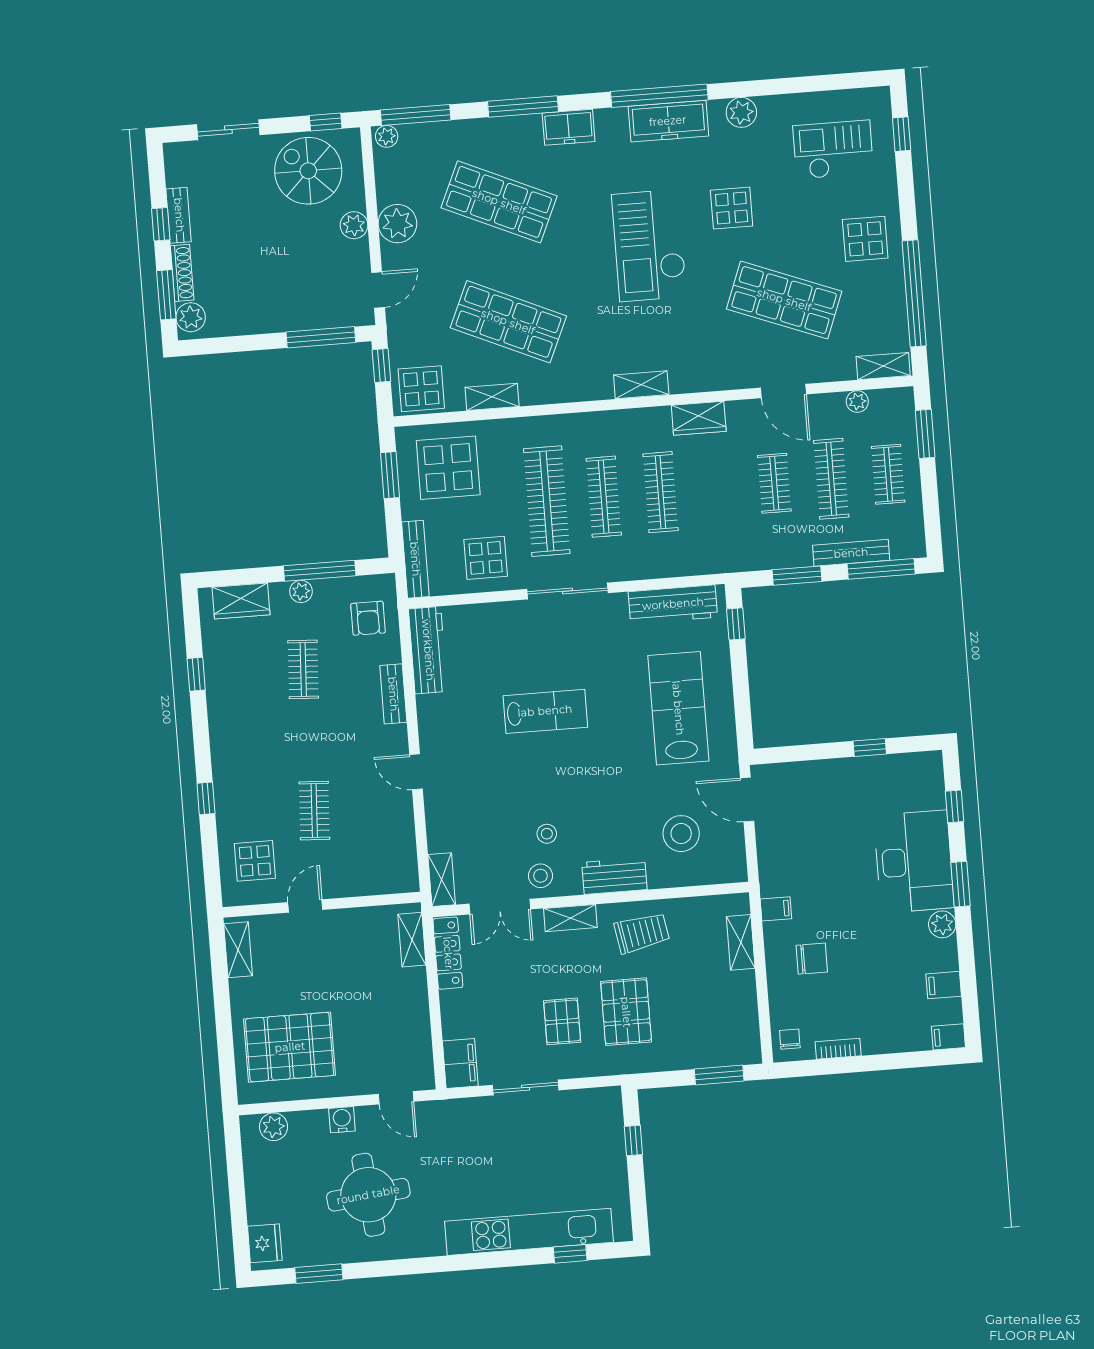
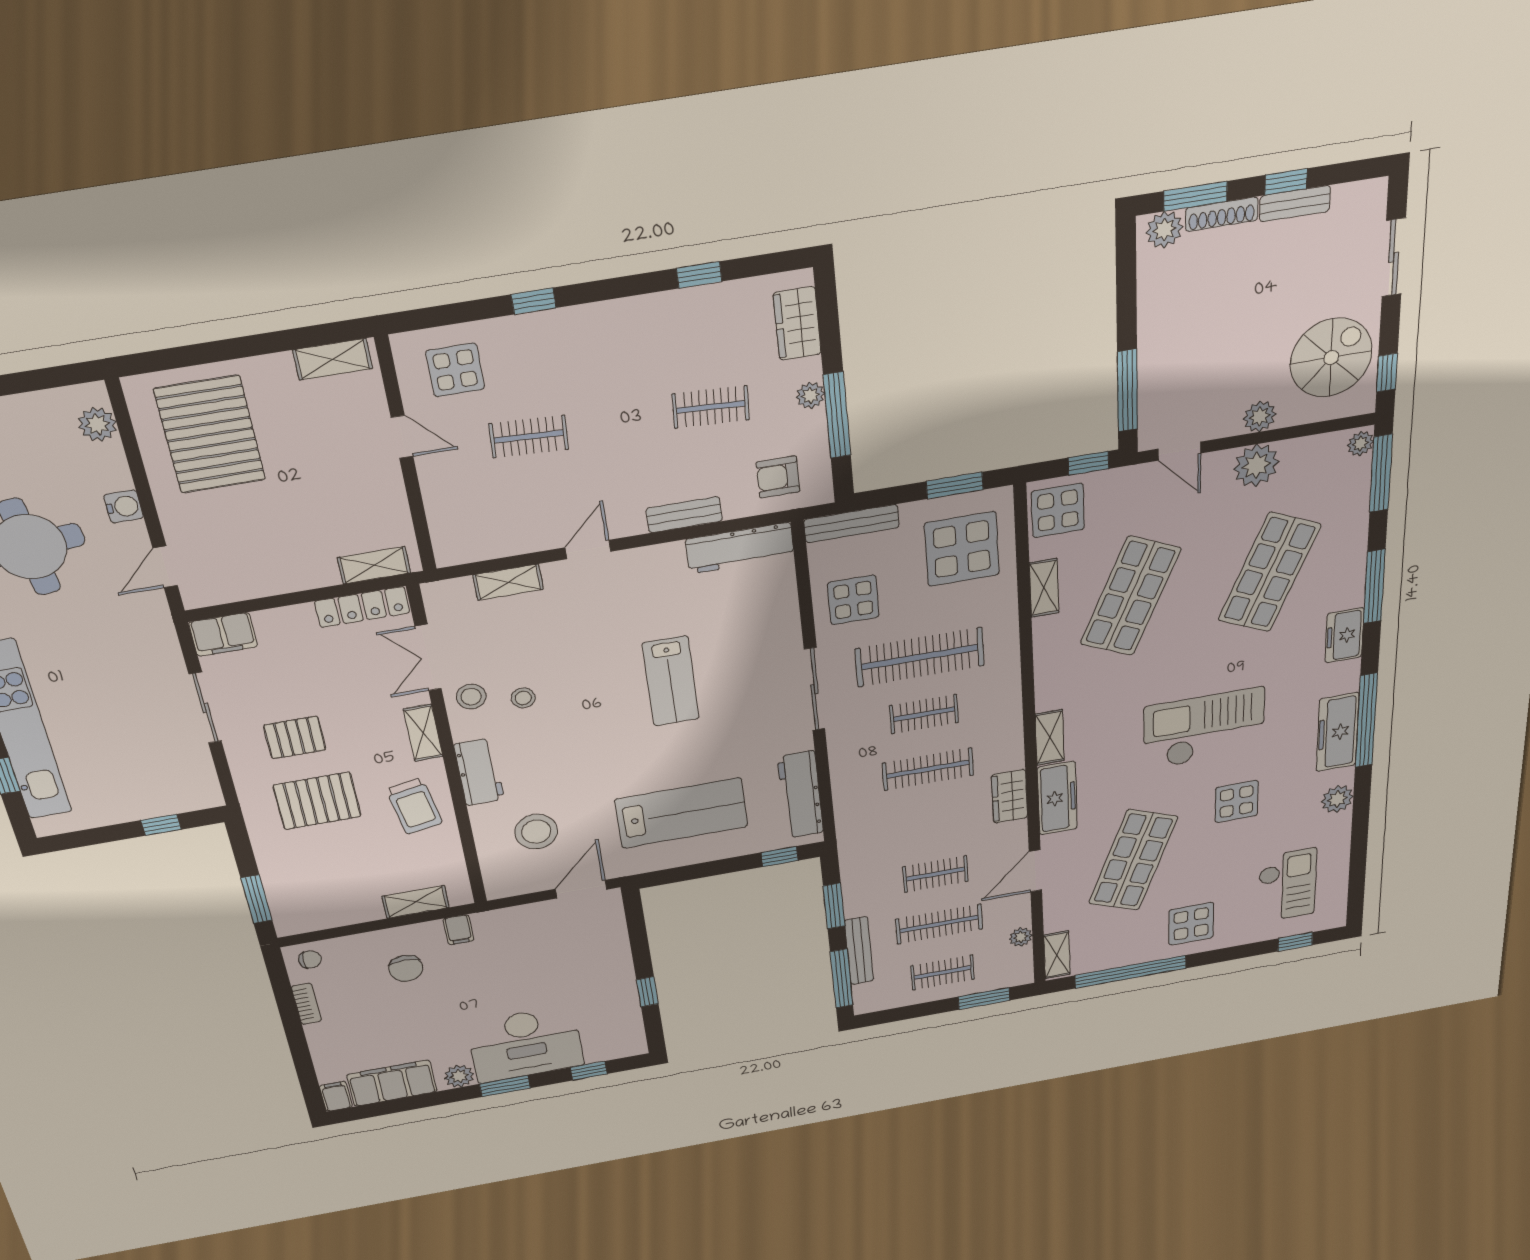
freezer: (706, 375) -> (1057, 798), added
clothes rail: (604, 497) -> (924, 714), width x0.73
shelving: (442, 880) -> (508, 582), moved
filing cabinet: (944, 985) -> (392, 1083), width x3.00, depth x1.17

